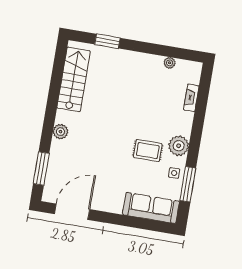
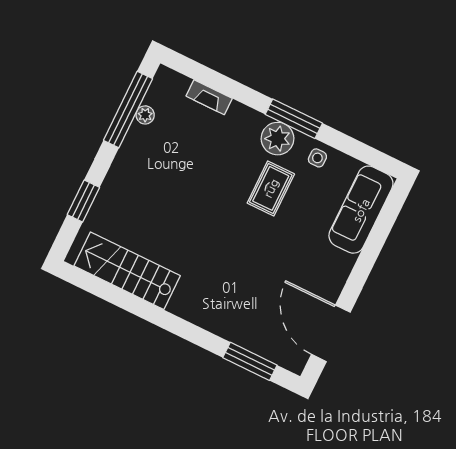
window: (170, 52) -> (128, 110), added
plant: (60, 132) -> (202, 315), removed
window: (188, 184) -> (294, 119), moved

